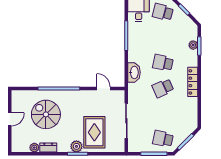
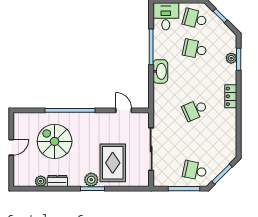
school desk: (163, 63) -> (195, 49), moved
washbasin: (134, 72) -> (160, 71), moved
locker: (193, 82) -> (231, 96), width x0.66

